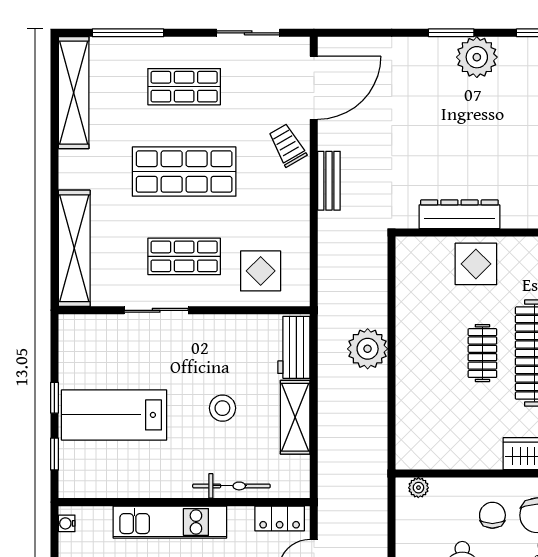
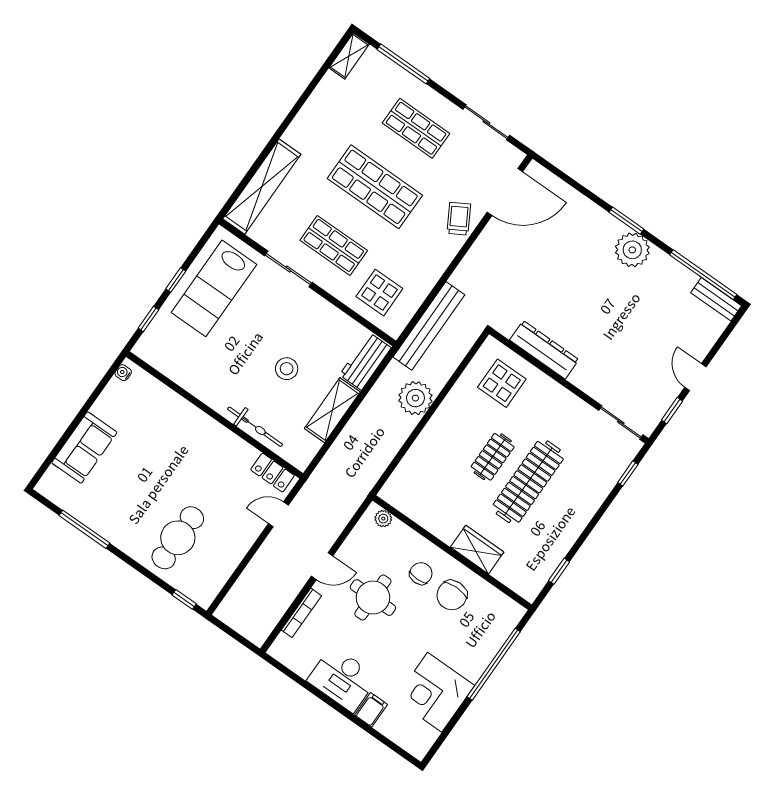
shelving: (74, 93) -> (349, 56), width x0.45, depth x0.75
bench: (329, 181) -> (429, 326), moved, width x1.86, depth x1.21
display table: (476, 264) -> (502, 383), moved
lab bench: (114, 415) -> (214, 288), moved, turned -90
kitchen unit: (170, 522) -> (195, 422), removed

